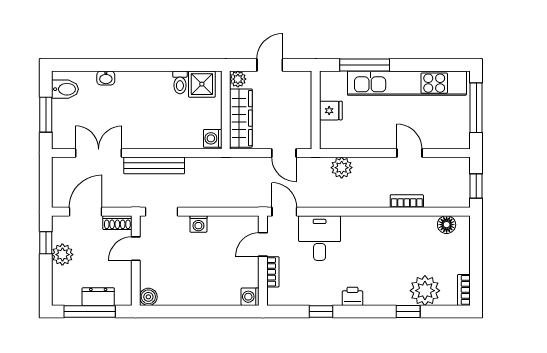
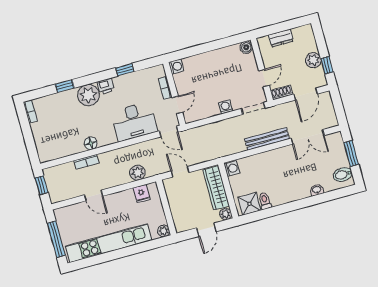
window: (365, 65) -> (141, 248), removed
plant: (328, 79) -> (164, 231), added
fridge: (331, 111) -> (142, 194), moved, turned -90
floor lamp: (447, 225) -> (91, 143), moved
desk: (320, 238) -> (134, 121), width x1.37
plant: (425, 291) -> (88, 95), moved
window: (90, 311) -> (284, 26), removed

